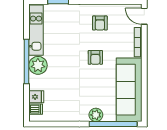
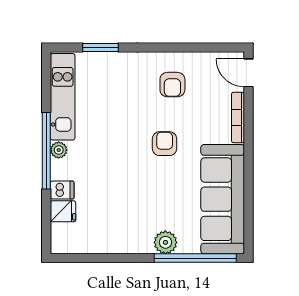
armchair: (95, 57) -> (165, 144), turned 180
plant: (38, 65) -> (59, 150), width x0.53, depth x0.53
dishwasher: (36, 109) -> (62, 190), moved

